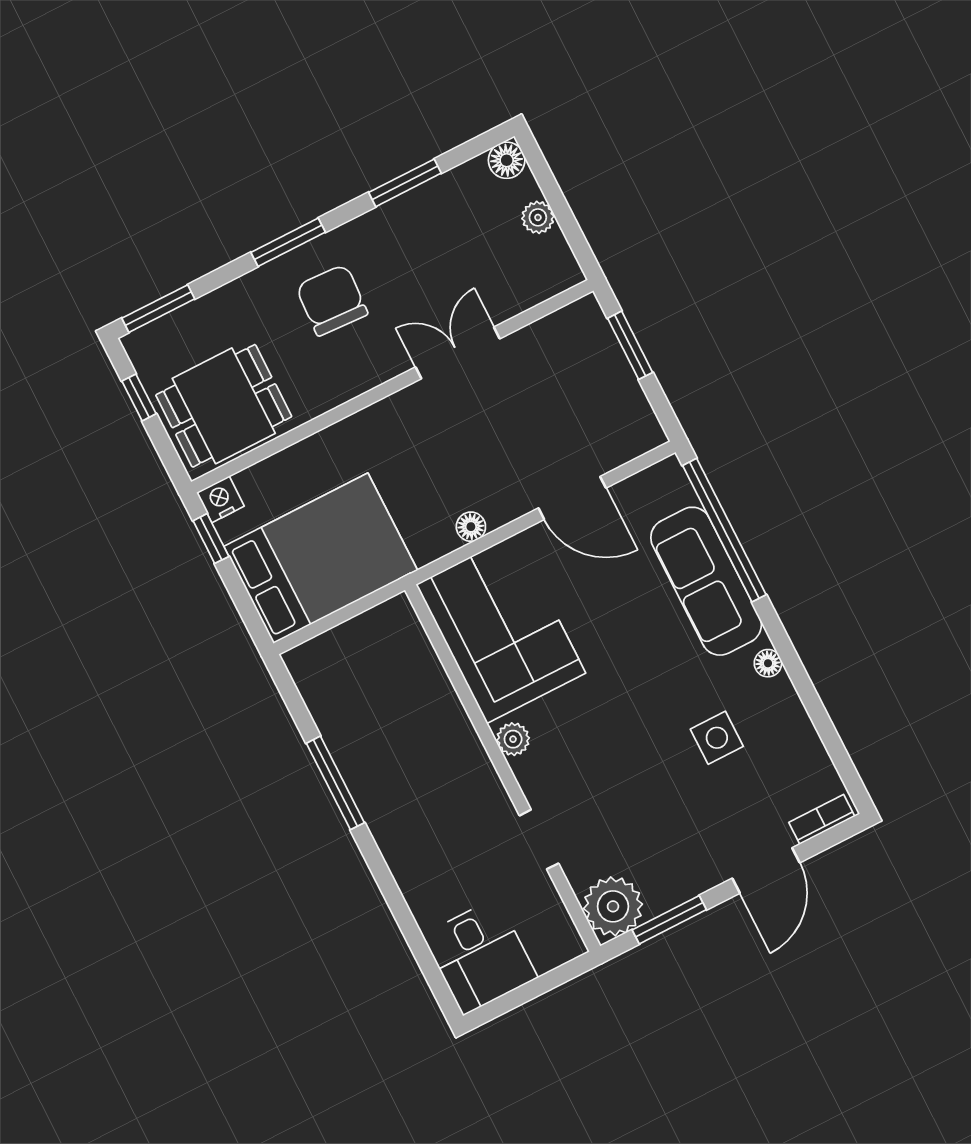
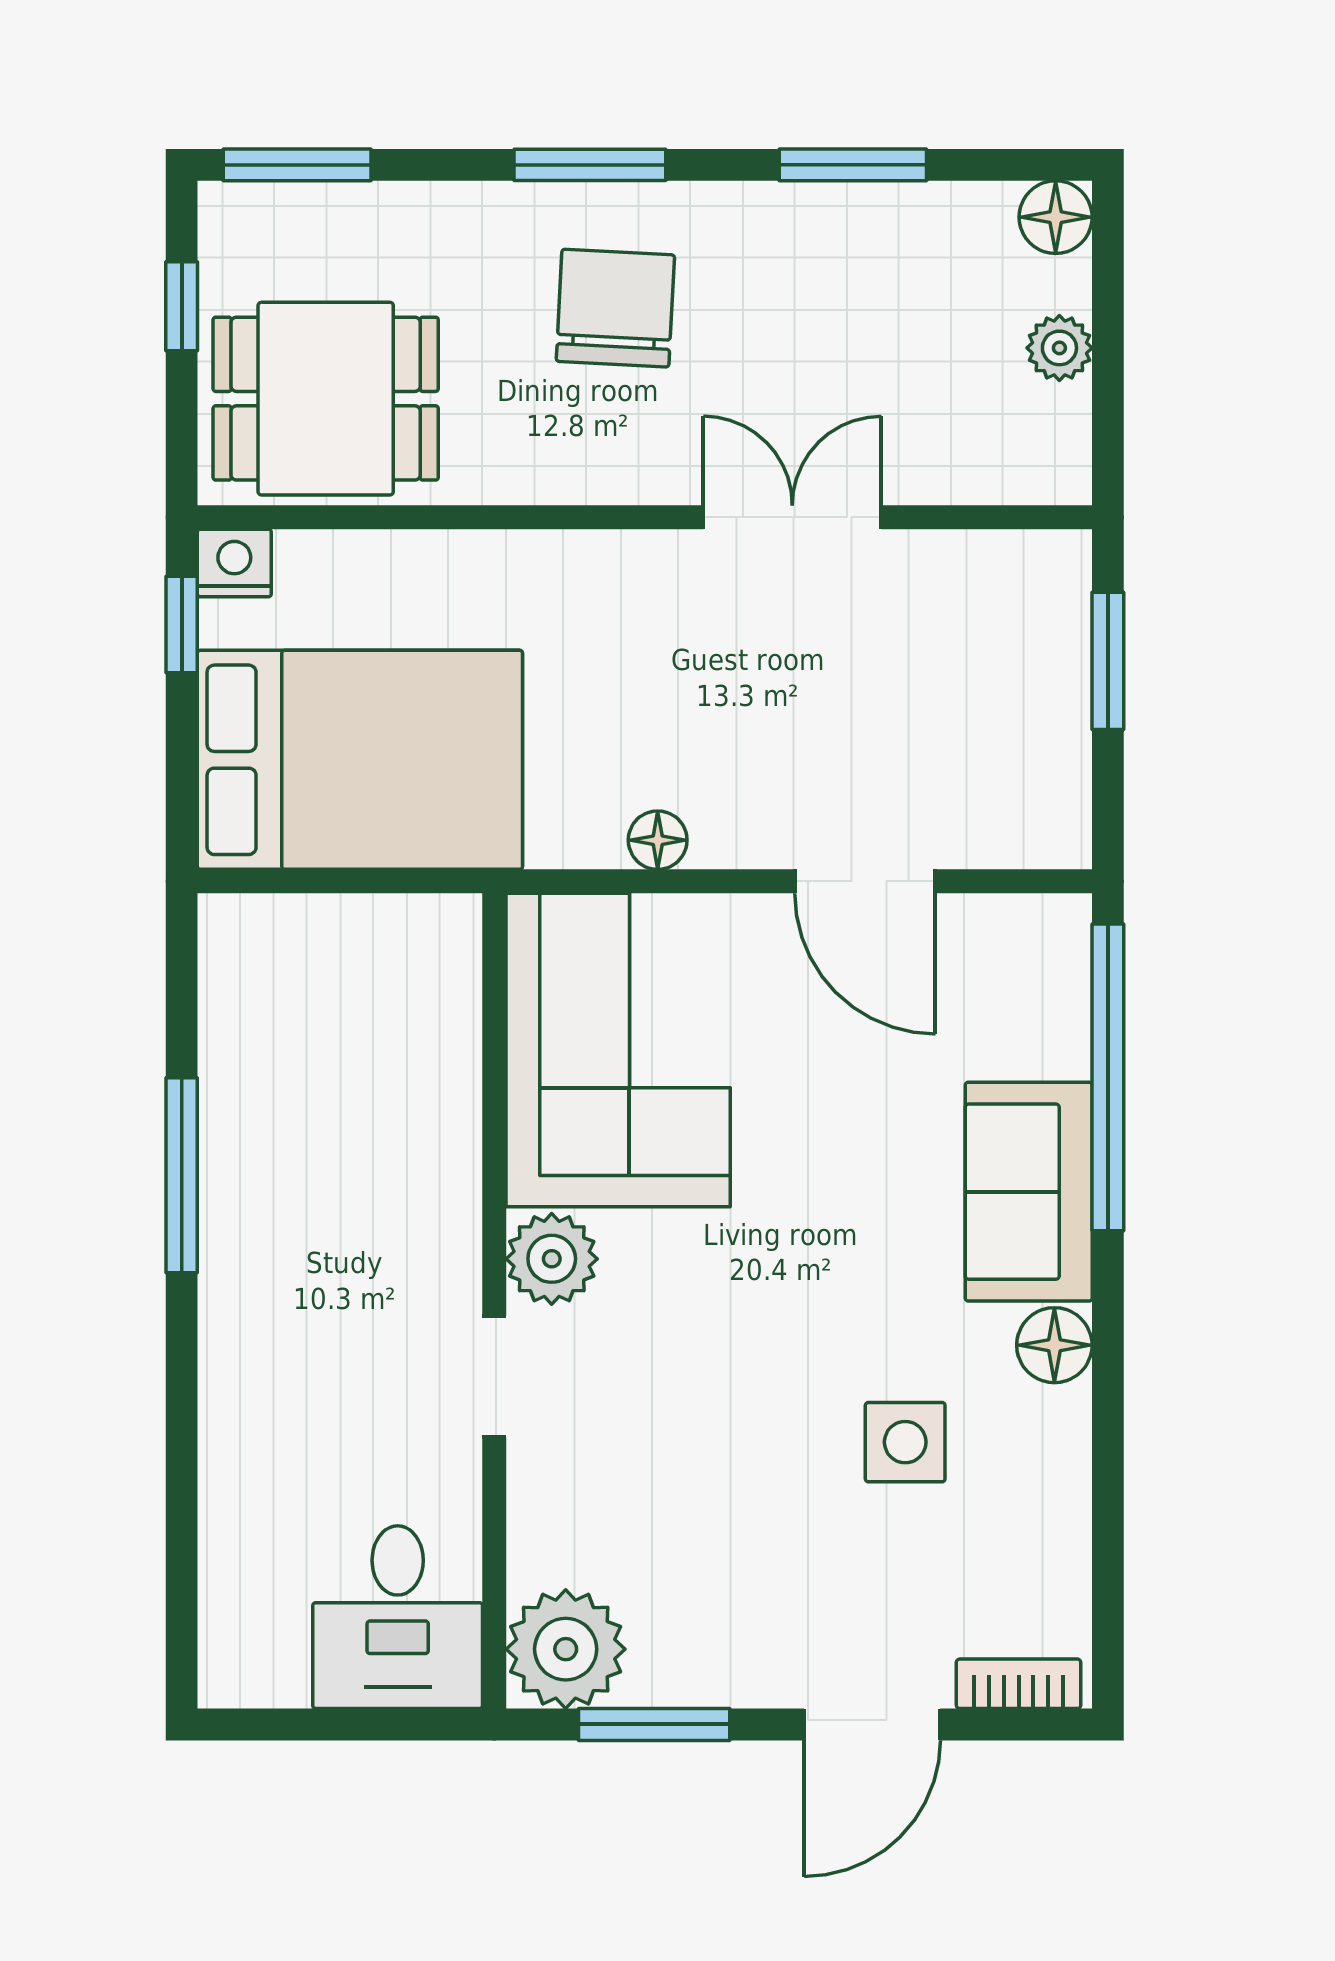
sofa: (706, 581) -> (1029, 1192), width x0.73
floor lamp: (768, 663) -> (1054, 1345), width x1.37, depth x1.37
plant: (513, 739) -> (552, 1259), width x1.38, depth x1.38
doorway: (539, 839) -> (494, 1376), moved
desk: (480, 956) -> (398, 1617), moved

